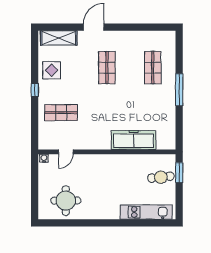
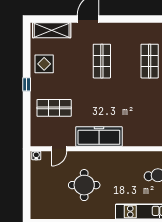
freezer: (134, 140) -> (99, 136), moved
round table: (66, 201) -> (84, 185), moved

